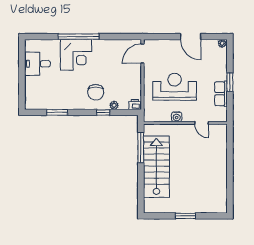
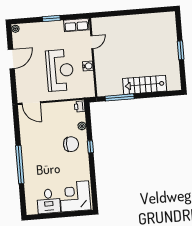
corner desk: (76, 55) -> (75, 196), moved, turned -90
reception desk: (175, 87) -> (60, 70), turned 180
row of seats: (221, 94) -> (76, 25), moved
window: (57, 112) -> (93, 179), removed
window: (103, 112) -> (90, 147), moved
stairs: (156, 167) -> (145, 85), width x0.73, depth x0.66

